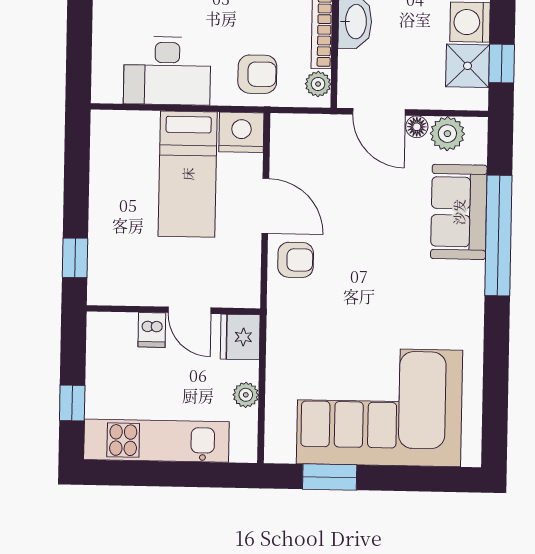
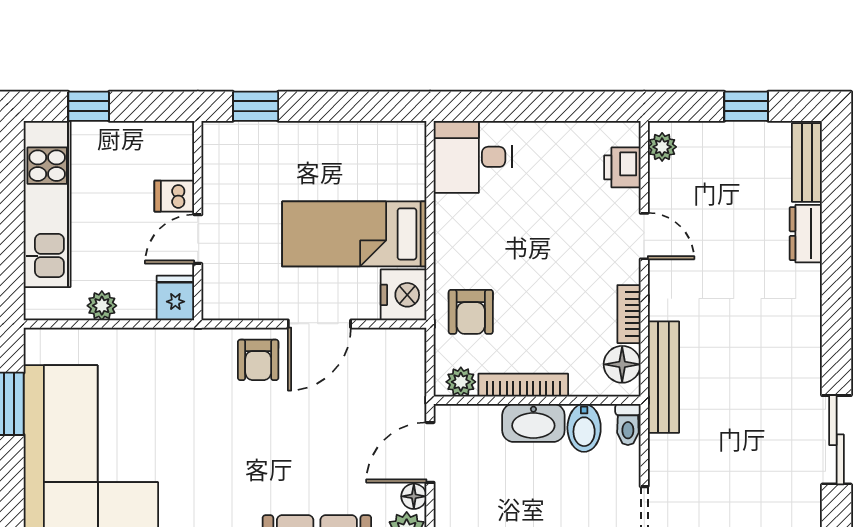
desk: (167, 71) -> (473, 157), moved, width x0.73
fridge: (240, 337) -> (175, 298), width x0.72

